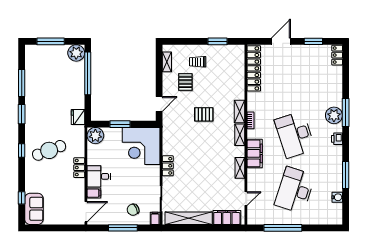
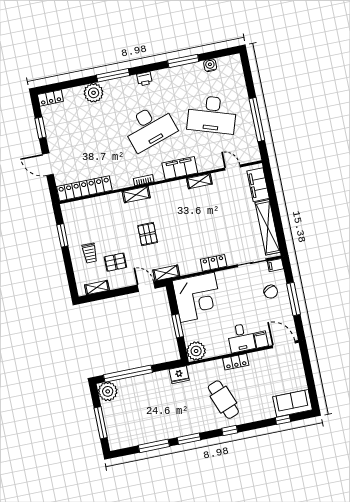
plant: (334, 115) -> (94, 93), moved
shelving: (240, 135) -> (166, 273), moved

